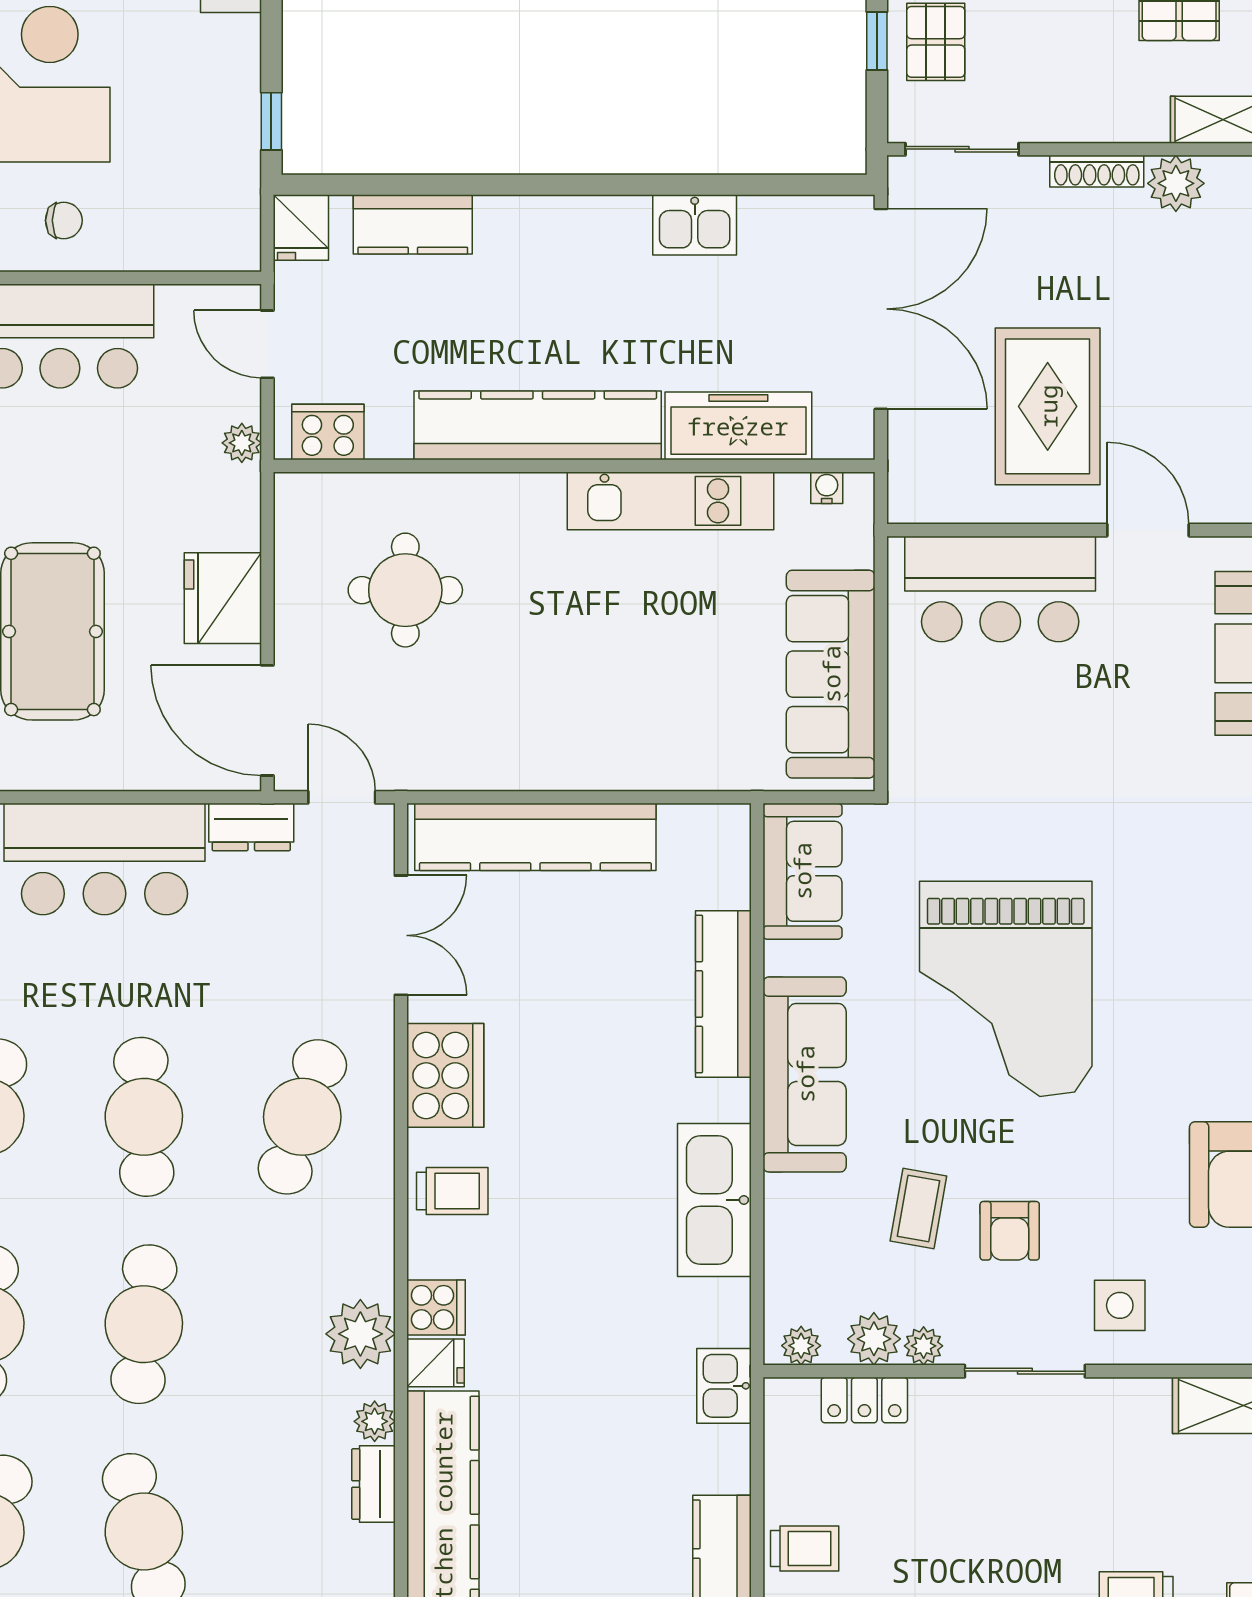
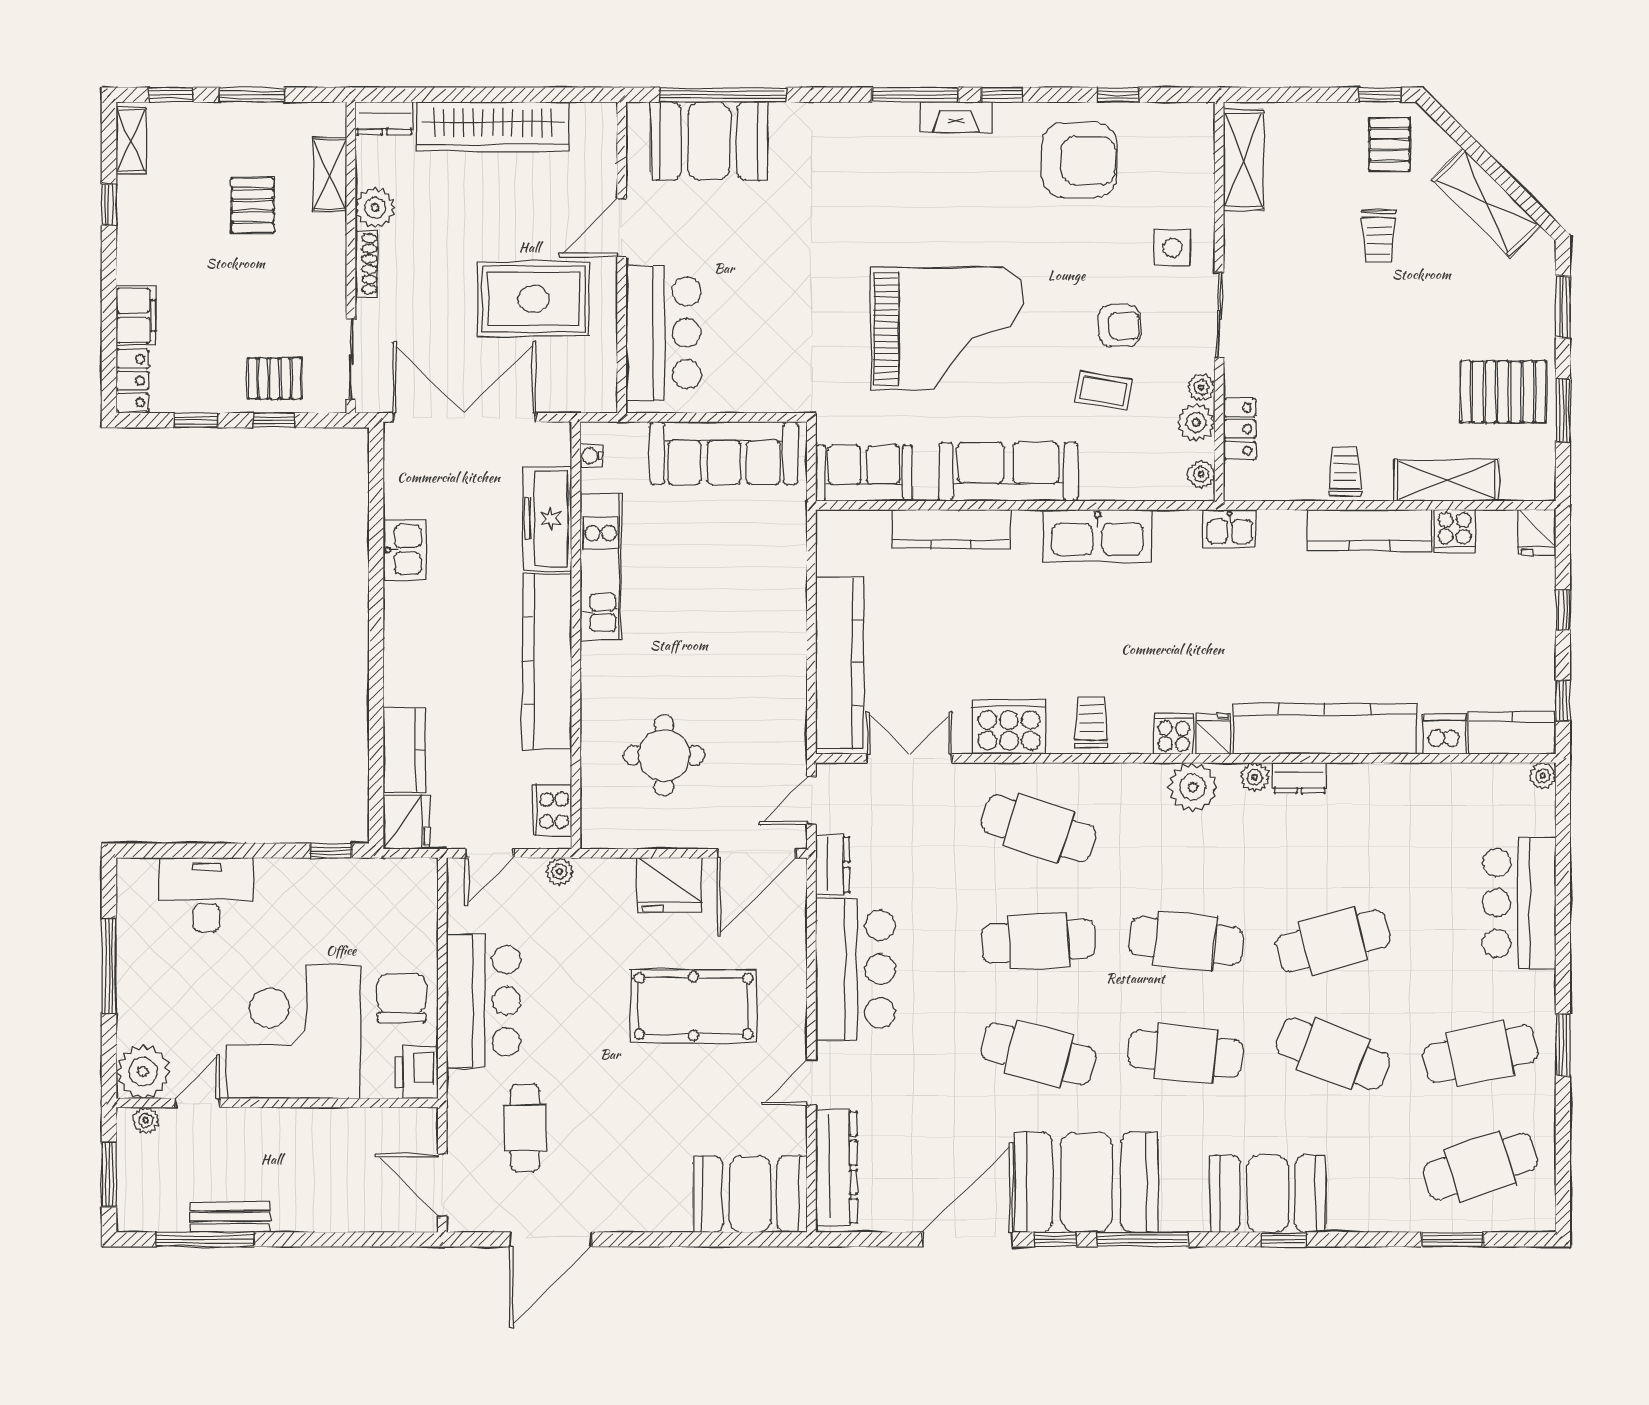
chair: (64, 220) -> (402, 998), width x1.87, depth x1.87
fridge: (301, 228) -> (406, 822), width x1.38

